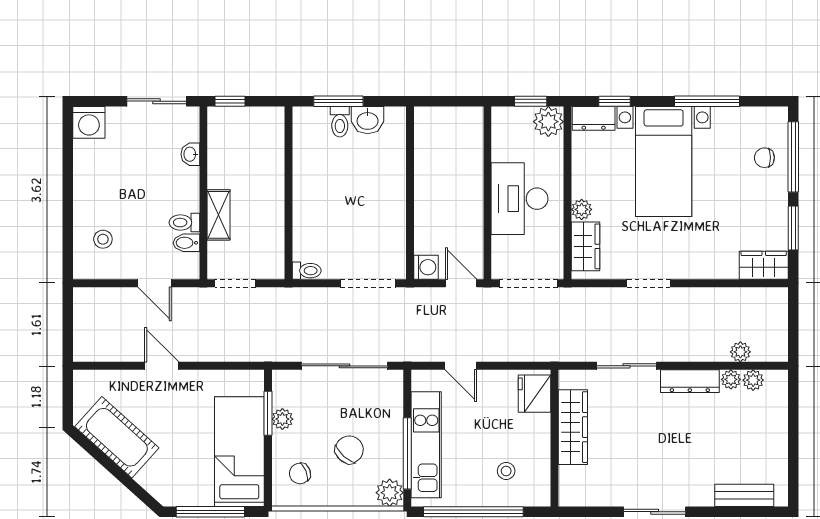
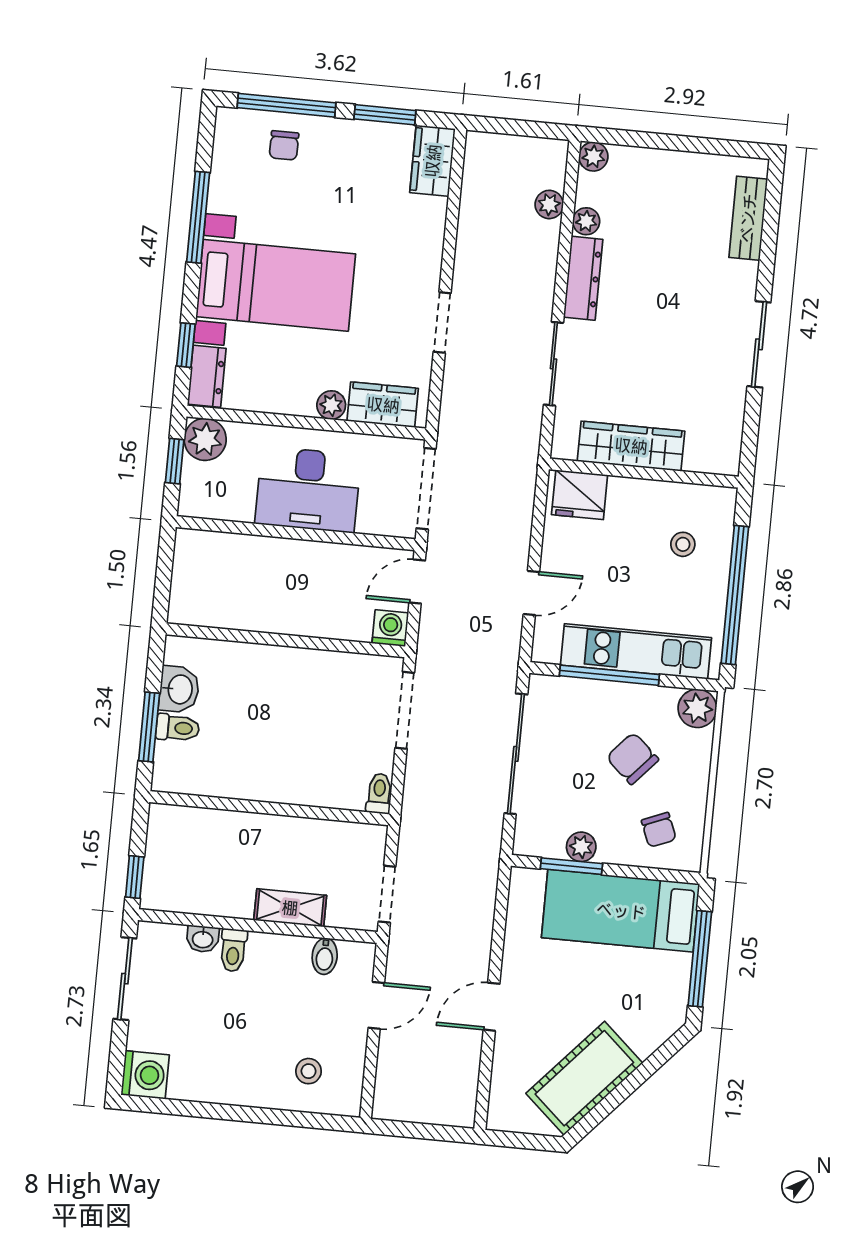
toilet: (184, 223) -> (233, 950), moved
plant: (753, 380) -> (593, 157), moved
window: (407, 453) -> (609, 675), moved

